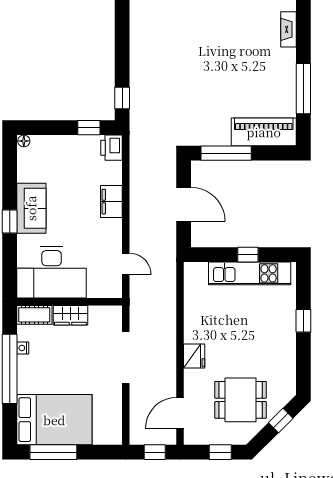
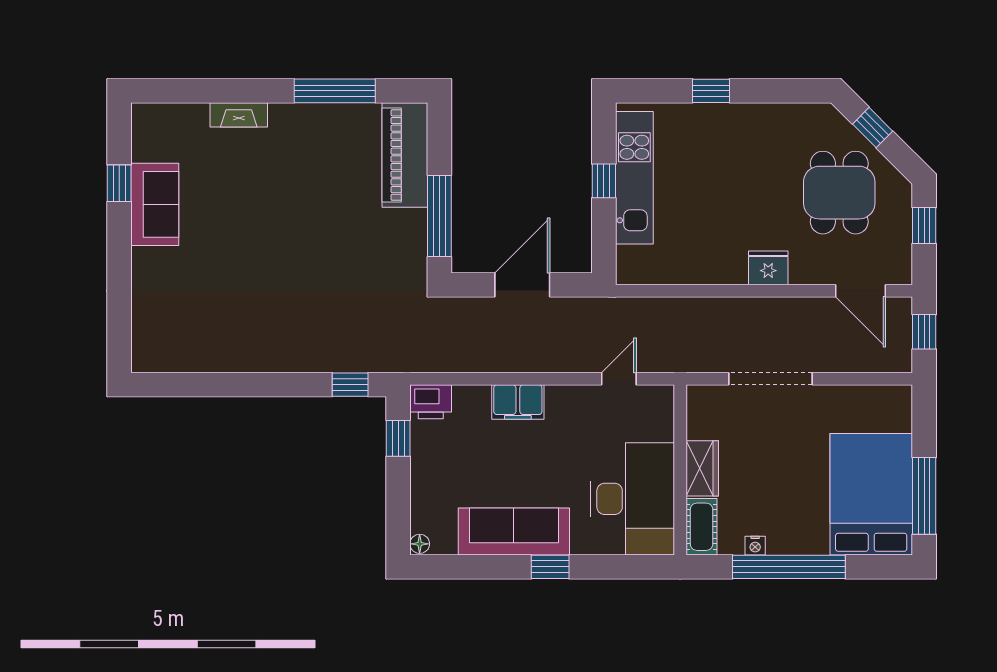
sofa: (31, 208) -> (514, 531), width x1.36

